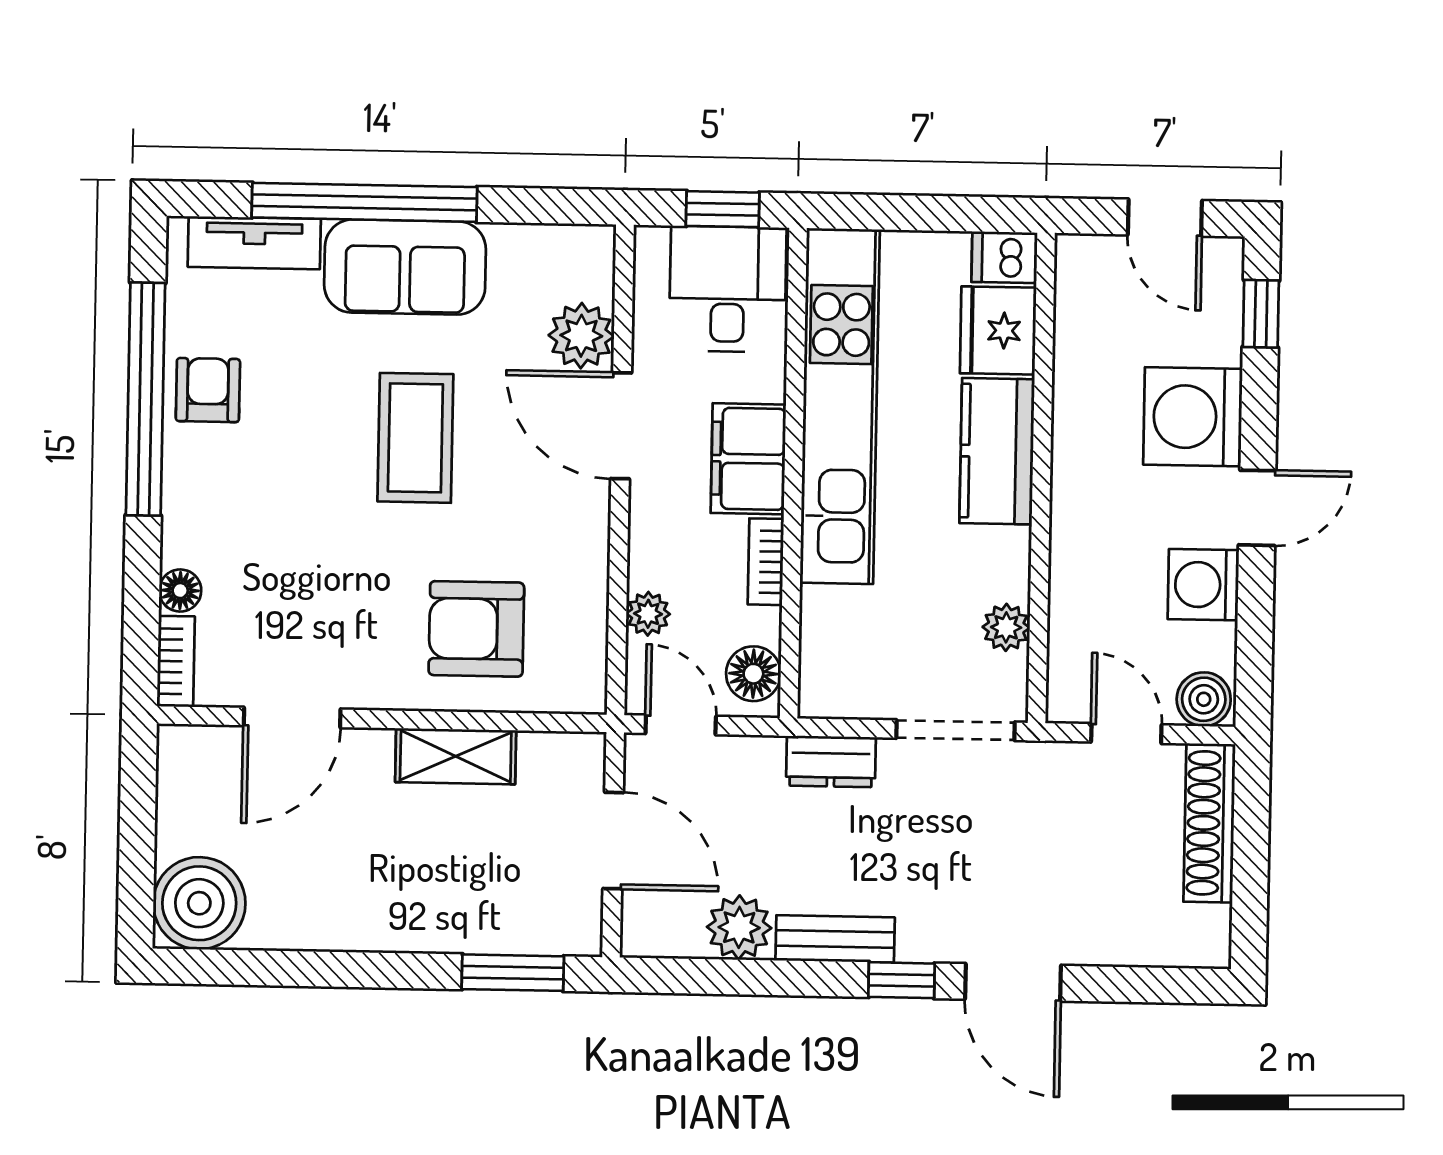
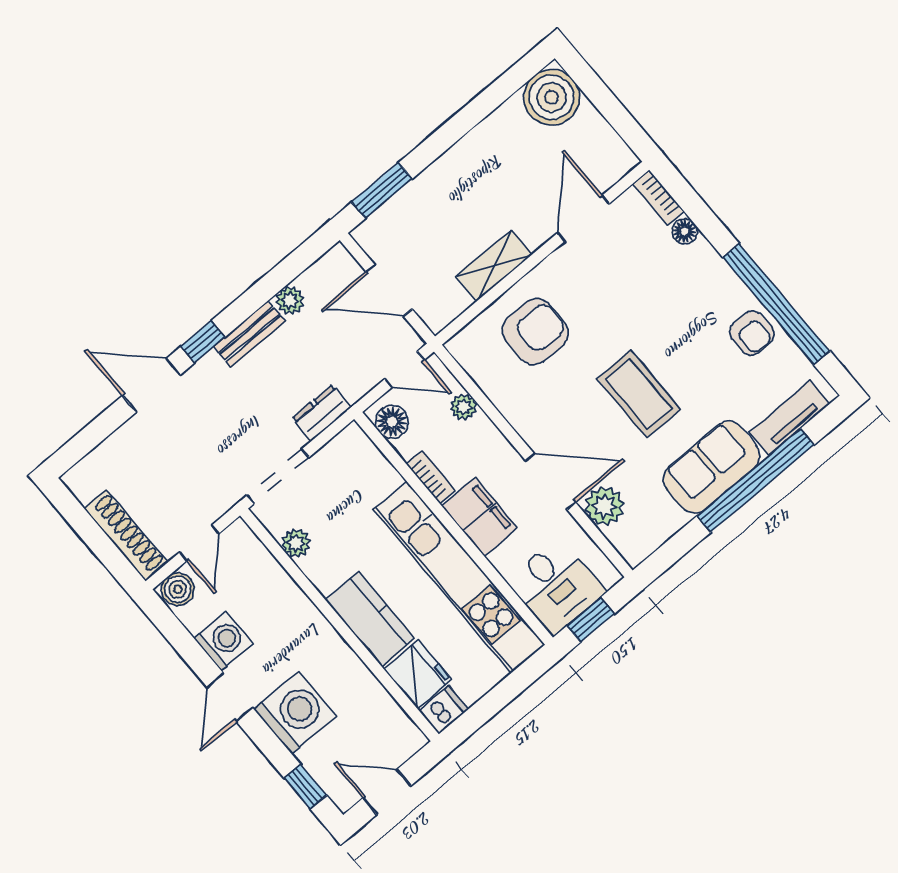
door: (1126, 733) -> (199, 543), hinge flipped
plant: (739, 927) -> (290, 300), width x0.73, depth x0.73

